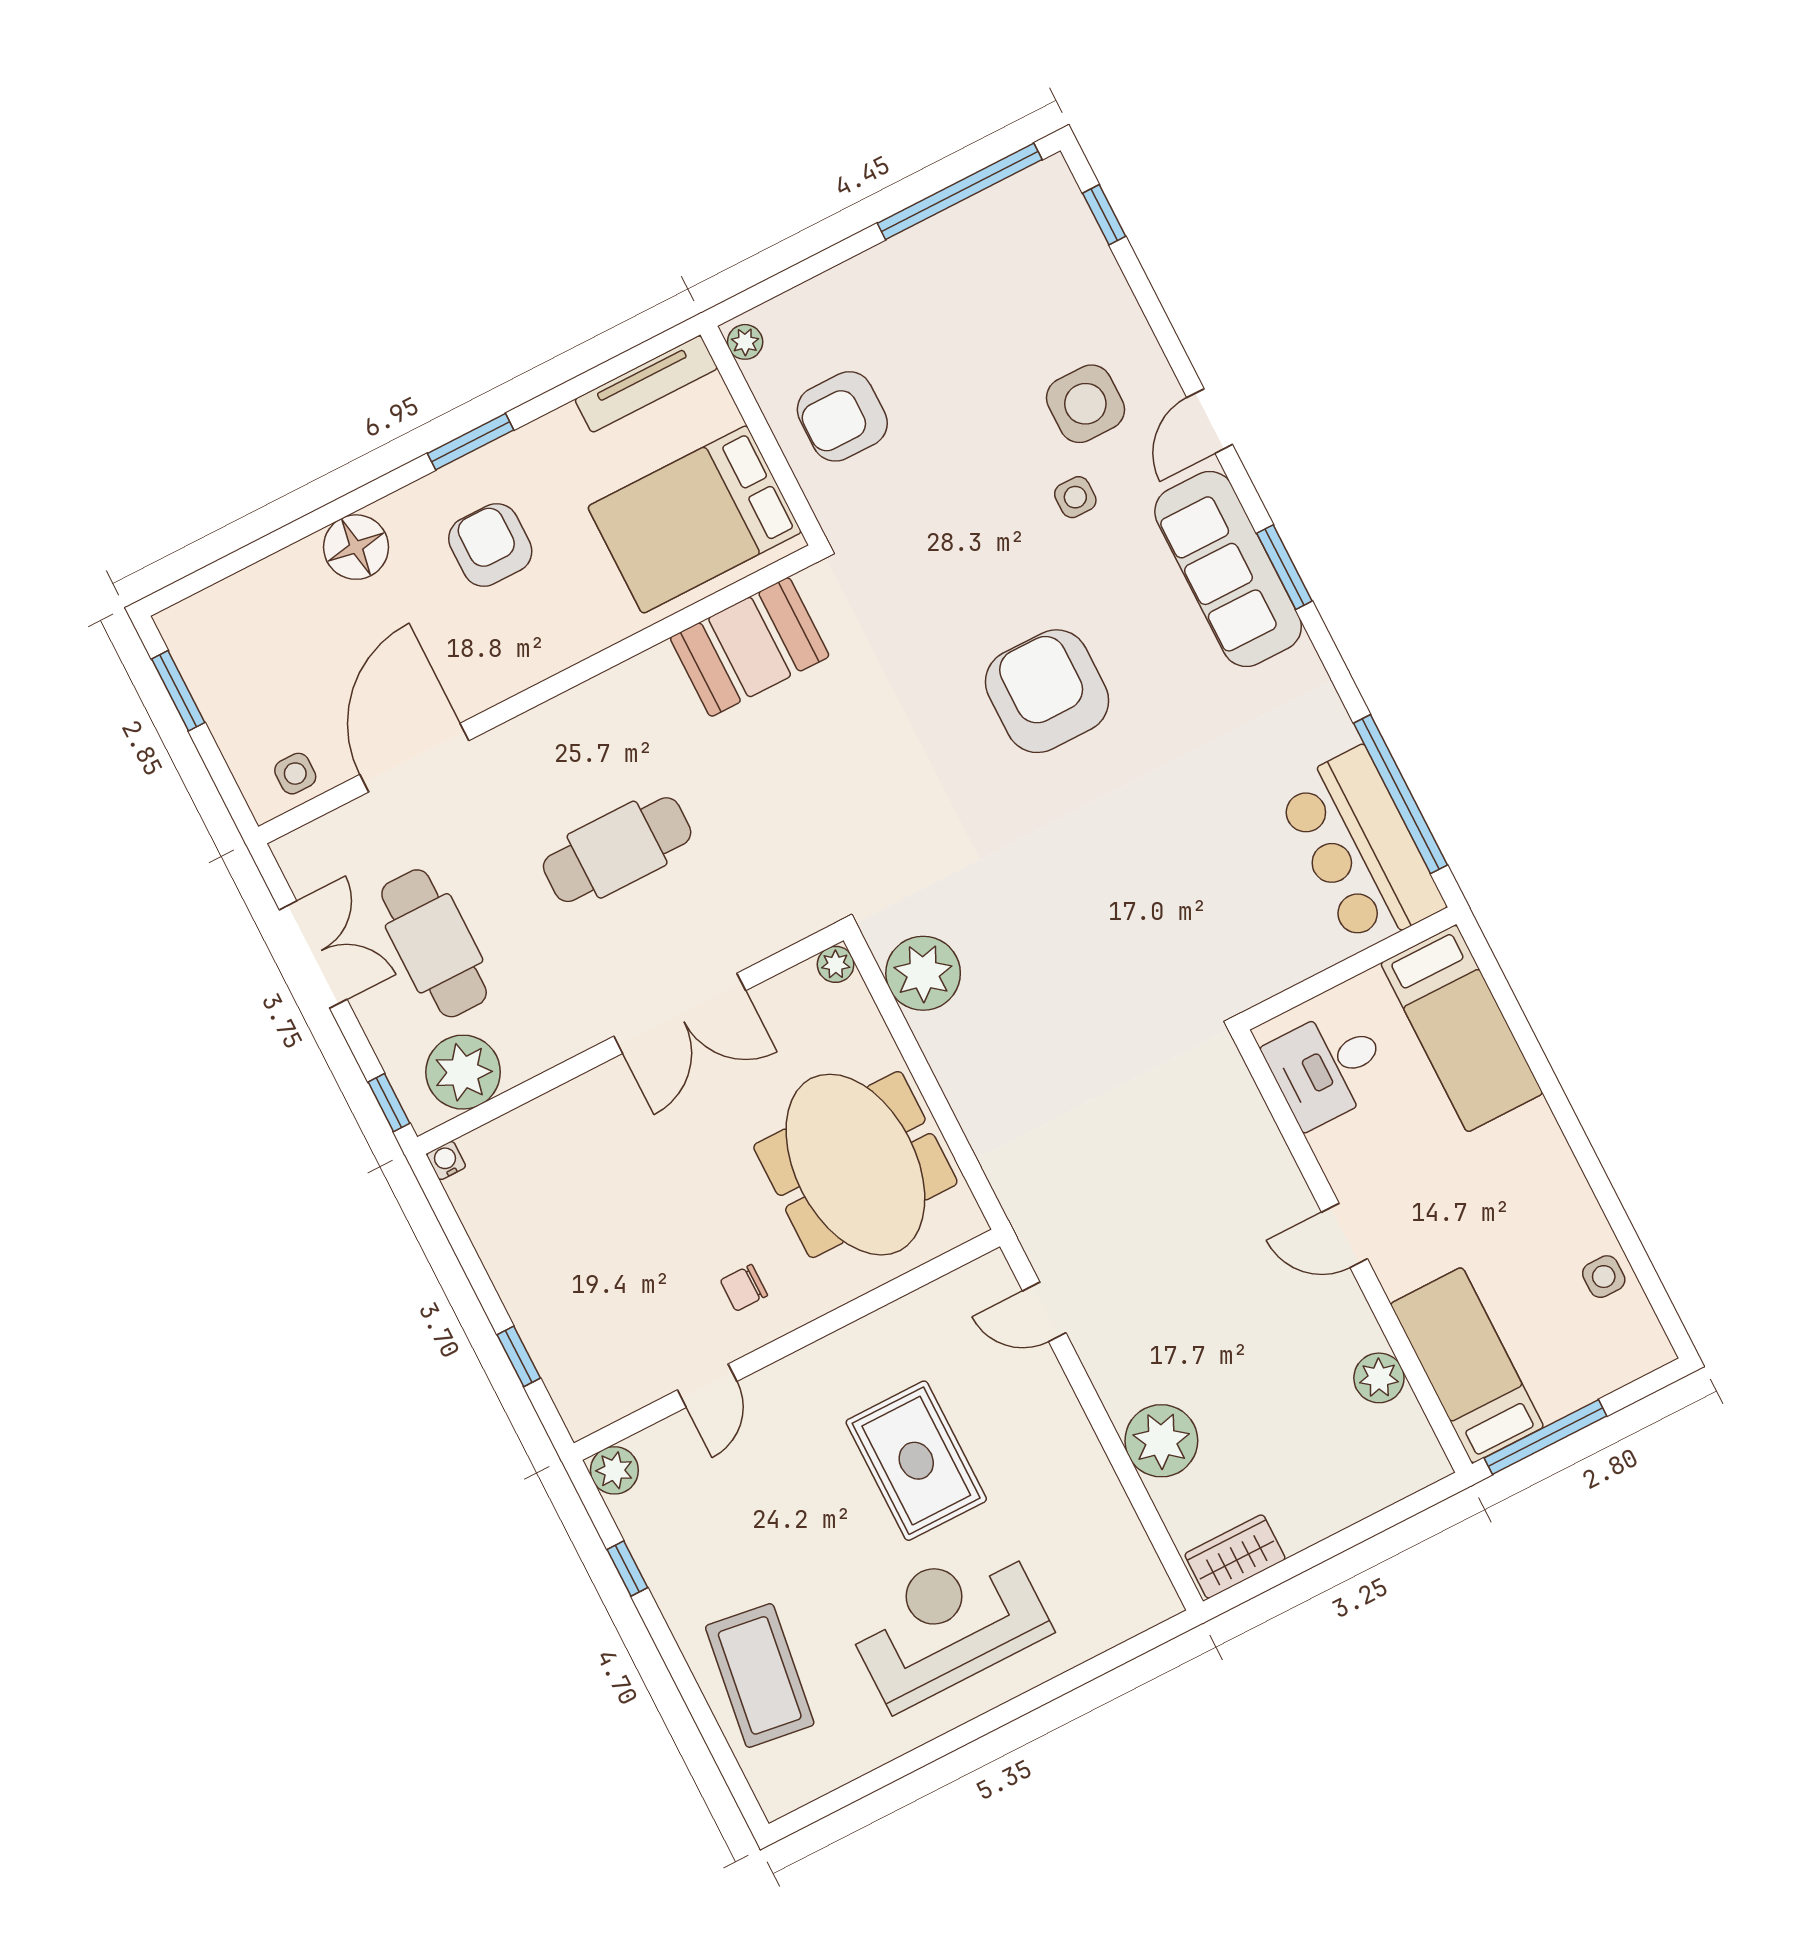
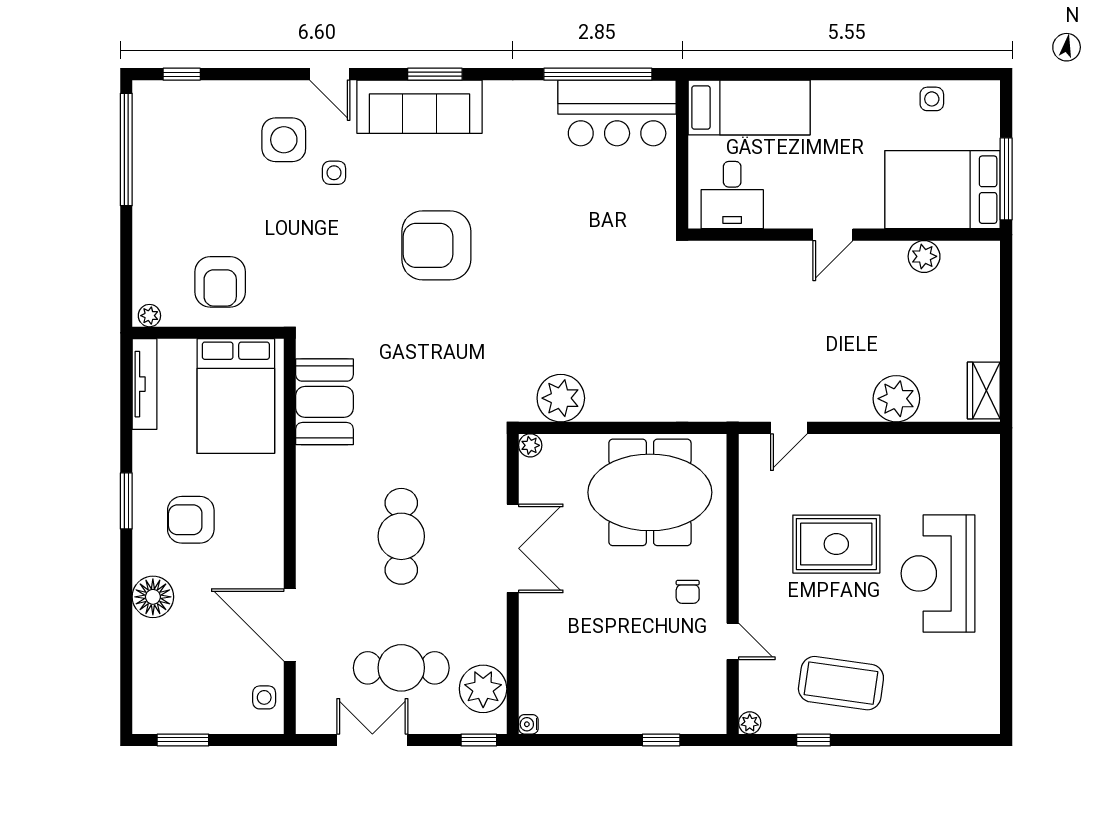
bed: (1467, 1365) -> (943, 190), width x1.50
plant: (614, 1470) -> (750, 723), width x0.73, depth x0.73
coffee table: (760, 1675) -> (841, 683), moved

